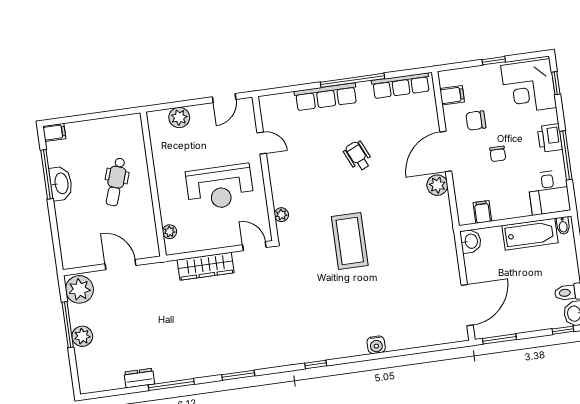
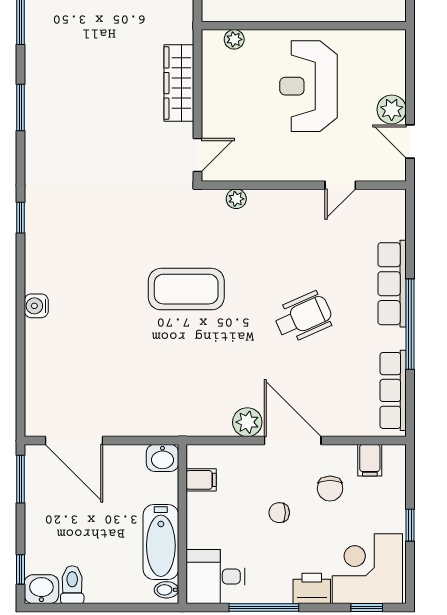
plant: (179, 117) -> (392, 109), moved
chair: (476, 121) -> (330, 489), turned 180
printer: (550, 138) -> (312, 588), moved
wheelchair: (358, 156) -> (303, 317), width x1.36, depth x1.37
reception desk: (220, 187) -> (308, 86), moved

